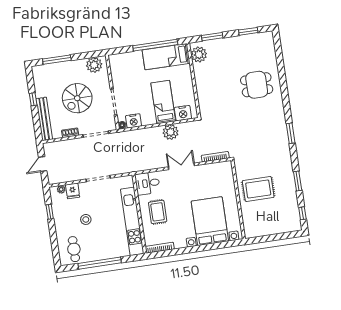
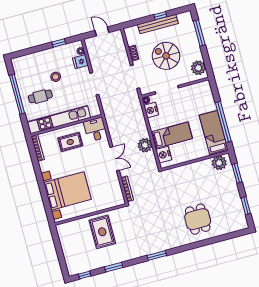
bench: (44, 119) -> (158, 24), moved
cafe table: (74, 249) -> (40, 97), moved

